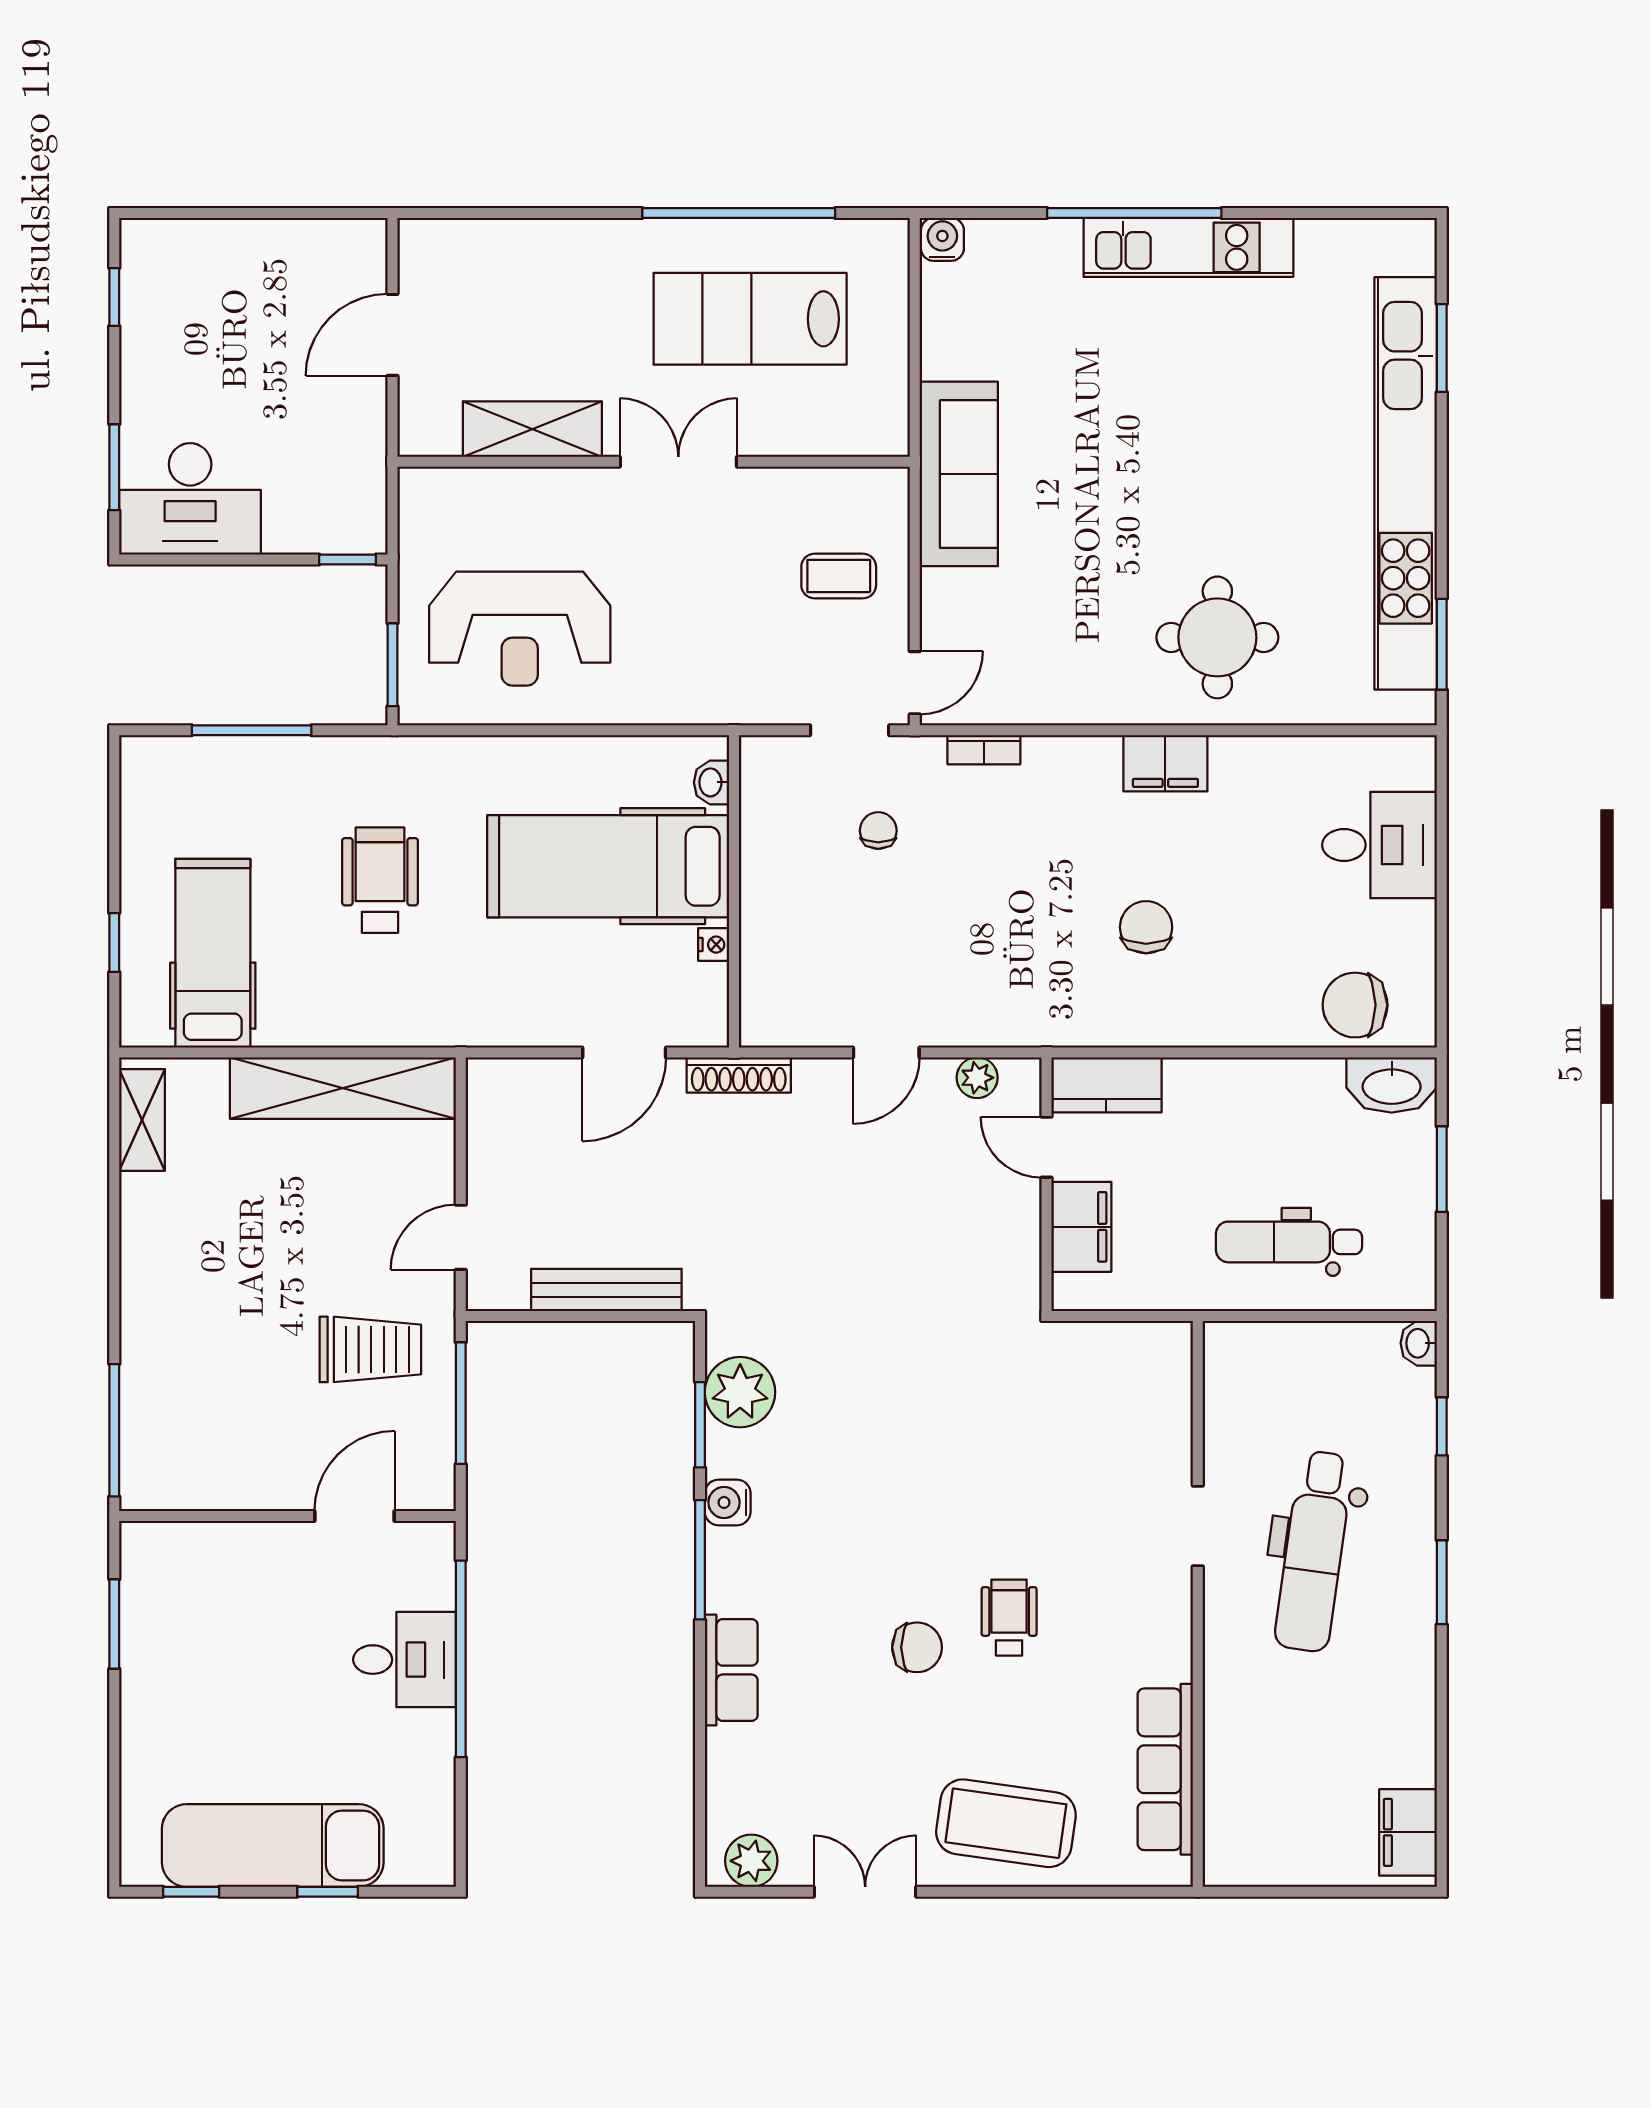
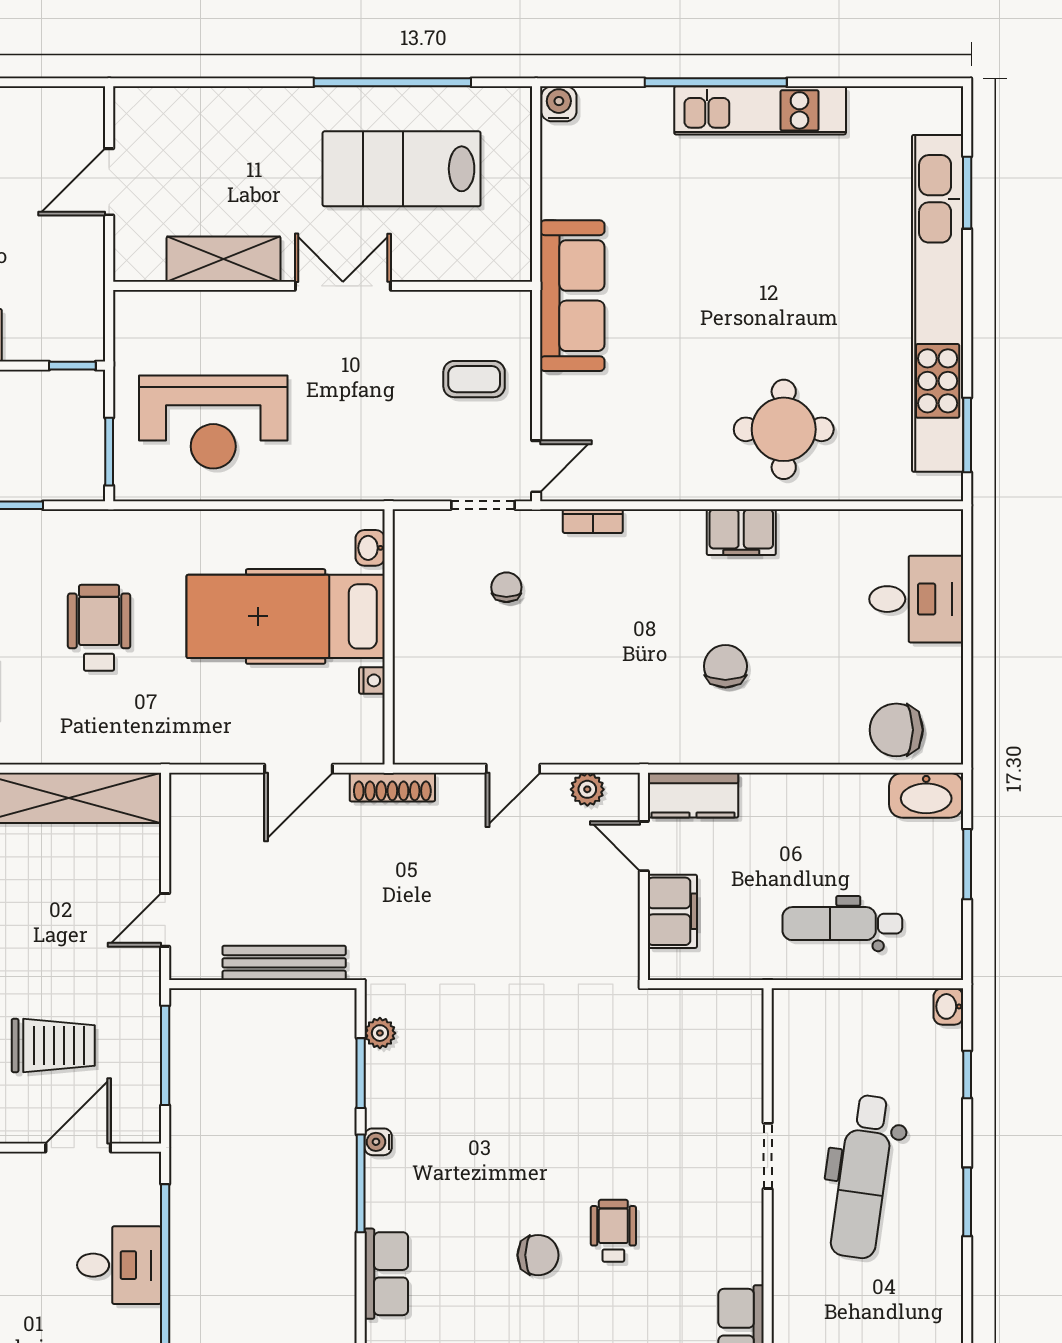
trolley: (370, 1349) -> (53, 1045), moved
plant: (740, 1392) -> (380, 1033), width x0.53, depth x0.53
water cooler: (728, 1502) -> (378, 1142), width x0.72, depth x0.72

